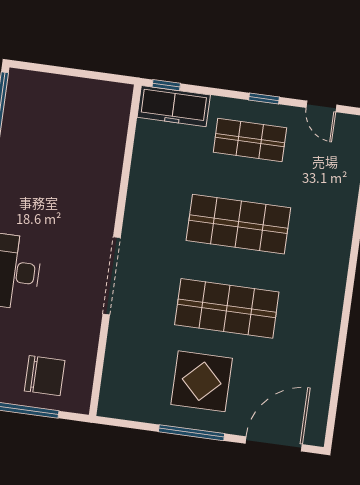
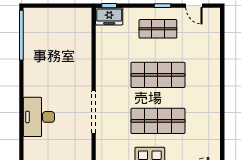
freezer: (174, 106) -> (109, 16), width x0.71

